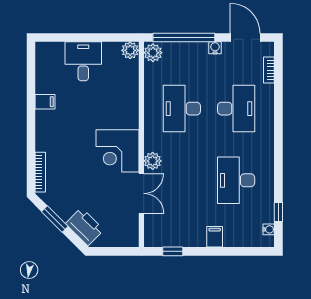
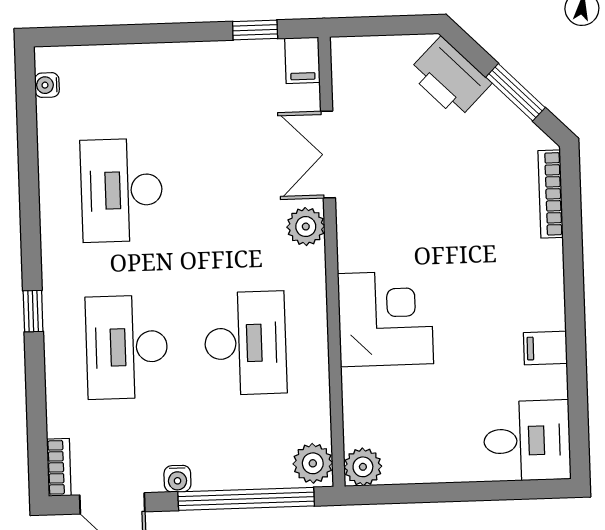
desk: (83, 61) -> (527, 441), moved, turned -90
bookcase: (269, 70) -> (59, 467), moved
corner desk: (118, 151) -> (386, 319), moved
desk: (236, 180) -> (122, 190), turned 180
window: (278, 212) -> (33, 311), moved
filing cabinet: (215, 237) -> (302, 60), moved

